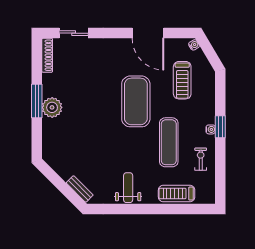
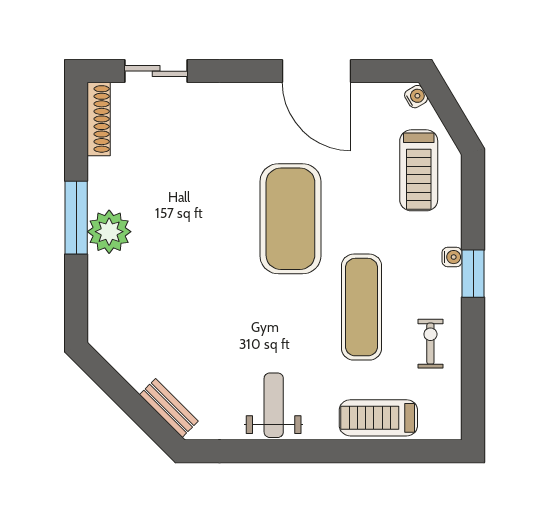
treadmill: (182, 80) -> (419, 170), moved
water cooler: (211, 129) -> (452, 257), moved

